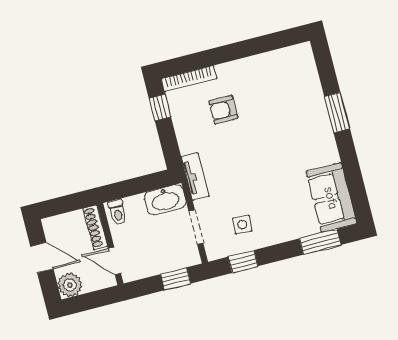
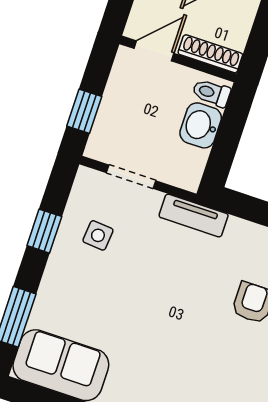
washbasin: (165, 200) -> (201, 125), moved, width x0.72
window: (243, 261) -> (44, 231), moved

